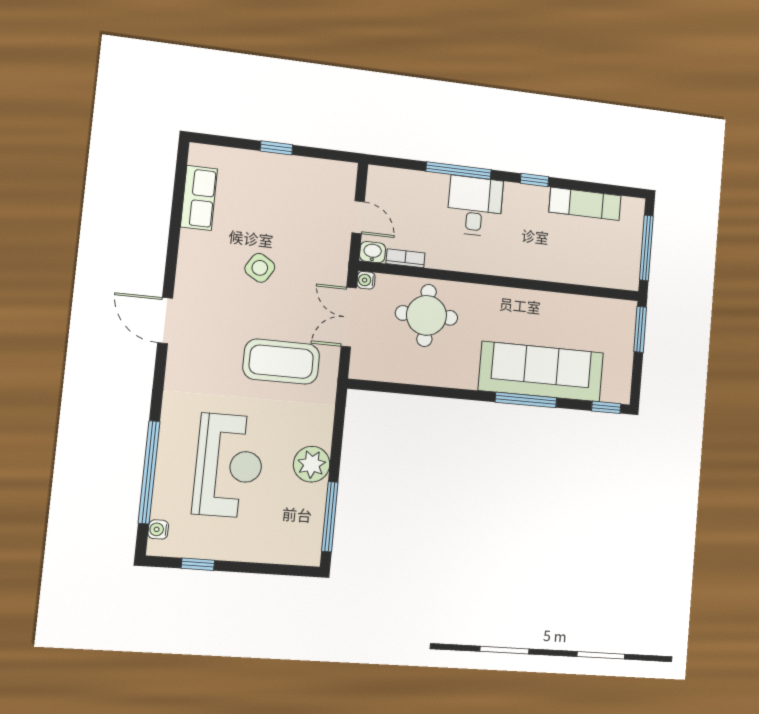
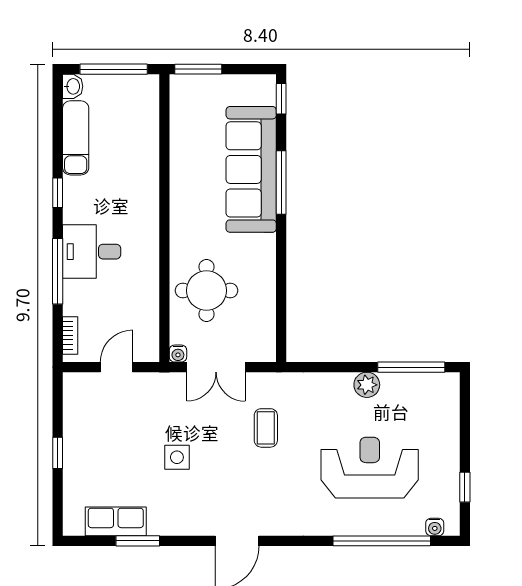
window: (176, 218) -> (138, 541), added
washbasin: (373, 252) -> (73, 86), moved, turned 180
bookcase: (406, 258) -> (70, 335), moved, turned 180
side table: (260, 268) -> (177, 457), turned -32
coffee table: (281, 362) -> (266, 428), width x0.54, depth x0.58
plant: (312, 464) -> (367, 385), width x0.73, depth x0.73

